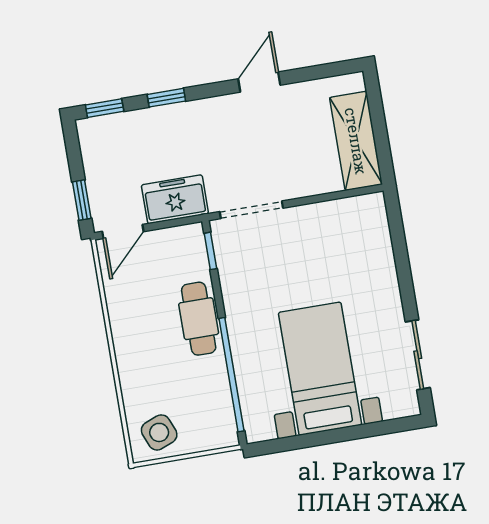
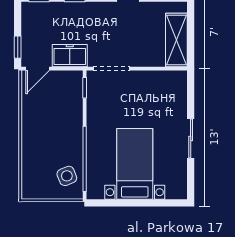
cafe table: (199, 319) -> (72, 124), removed
sliding door: (418, 355) -> (191, 139), moved
side table: (159, 432) -> (67, 176), moved

